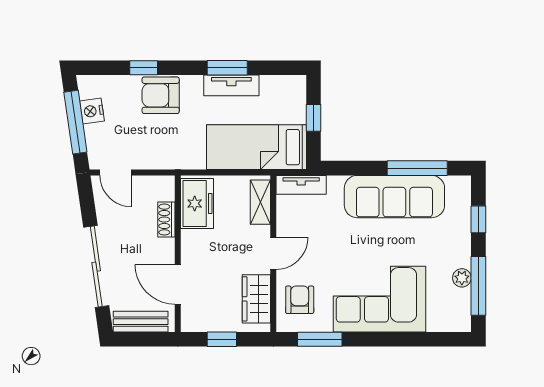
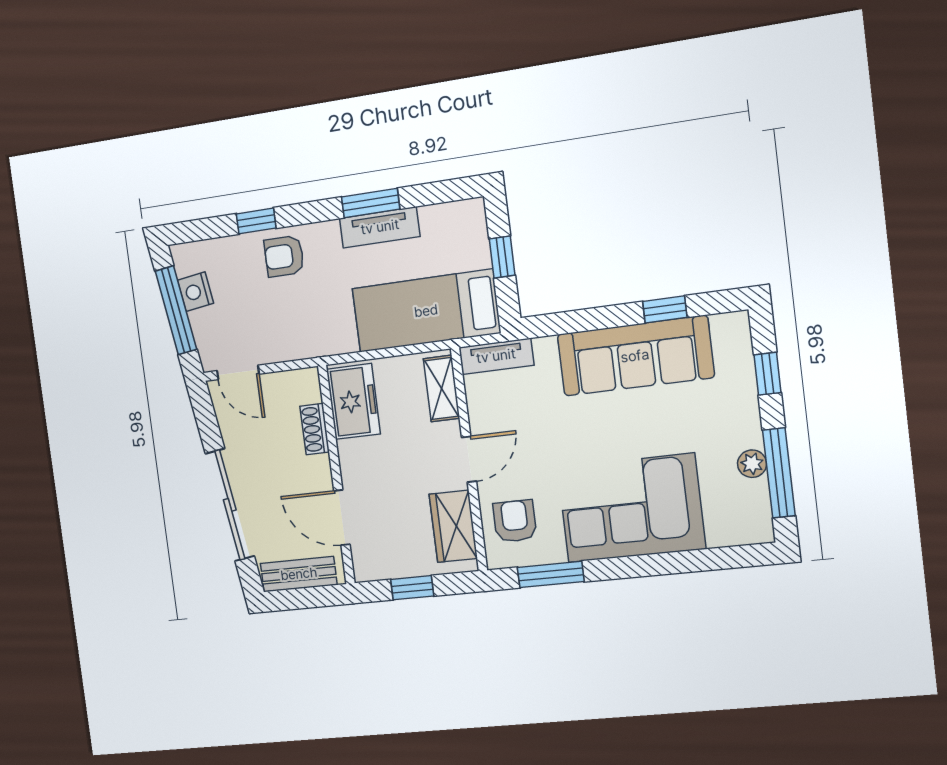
armchair: (161, 95) -> (284, 256), width x0.72, depth x0.72
window: (417, 168) -> (665, 309), width x0.46

